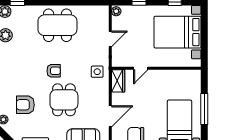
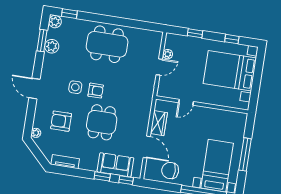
plant: (116, 11) -> (168, 54), moved
side table: (97, 72) -> (75, 87), moved
wardrobe: (118, 81) -> (159, 123), moved
door: (110, 116) -> (147, 147), hinge flipped

